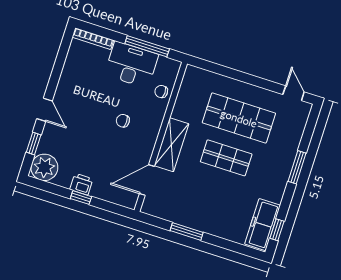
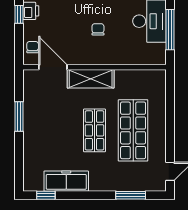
chair: (161, 92) -> (33, 47), moved
window: (297, 167) -> (131, 195), moved
freezer: (263, 225) -> (66, 181), moved

